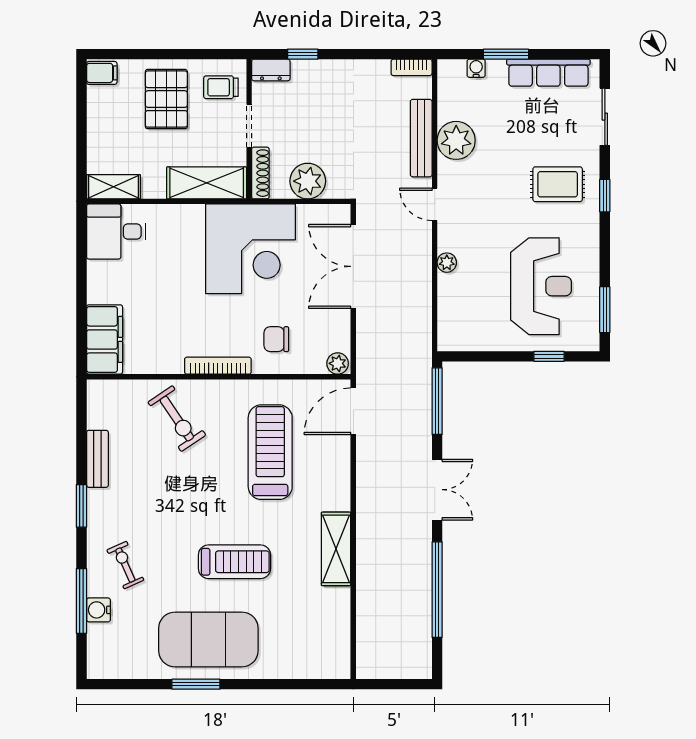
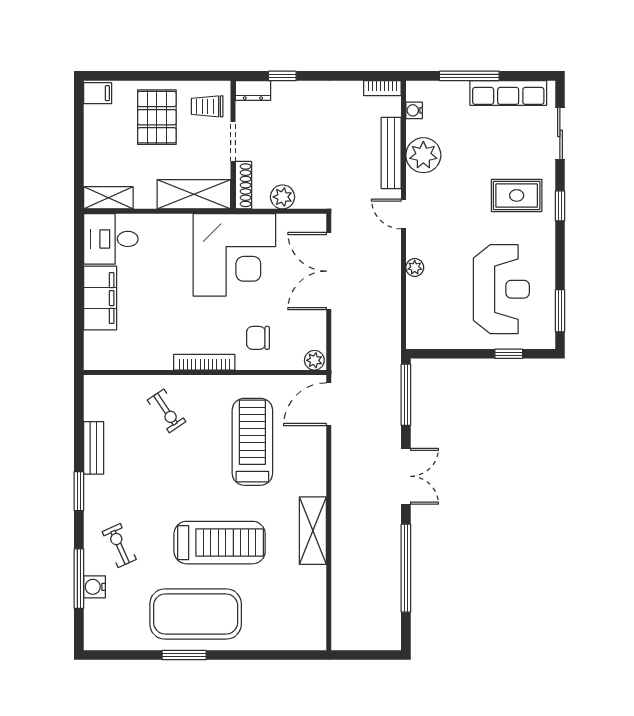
window: (506, 54) -> (469, 76), width x1.44
water cooler: (476, 68) -> (414, 110), moved, turned -90
plant: (308, 181) -> (283, 197), width x0.73, depth x0.73
filing cabinet: (105, 339) -> (100, 298), moved
exercise bike: (177, 419) -> (167, 411), width x0.73, depth x0.72
treadmill: (234, 562) -> (220, 543), width x1.37, depth x1.38

